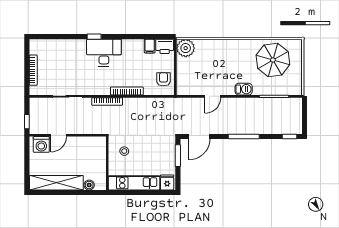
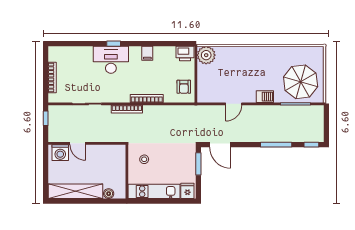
filing cabinet: (150, 46) -> (147, 53), moved
desk: (104, 53) -> (111, 60), moved
parasol: (273, 60) -> (301, 82), moved
armchair: (163, 79) -> (184, 87), turned 180
window: (27, 122) -> (46, 118), moved
door: (59, 135) -> (78, 143), hinge flipped
door: (199, 136) -> (220, 145), hinge flipped
window: (244, 136) -> (276, 145), moved

